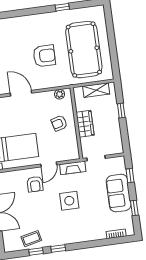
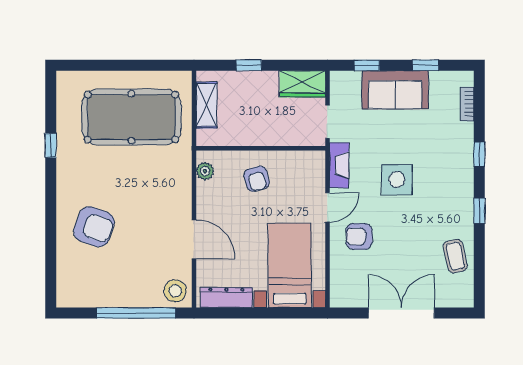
armchair: (44, 56) -> (94, 227), moved, turned 109
door: (21, 93) -> (194, 239), swing flipped
wardrobe: (85, 124) -> (302, 84), moved, turned 180
door: (49, 164) -> (327, 207), hinge flipped
armchair: (35, 184) -> (359, 236), turned 180
window: (36, 251) -> (479, 154), moved

